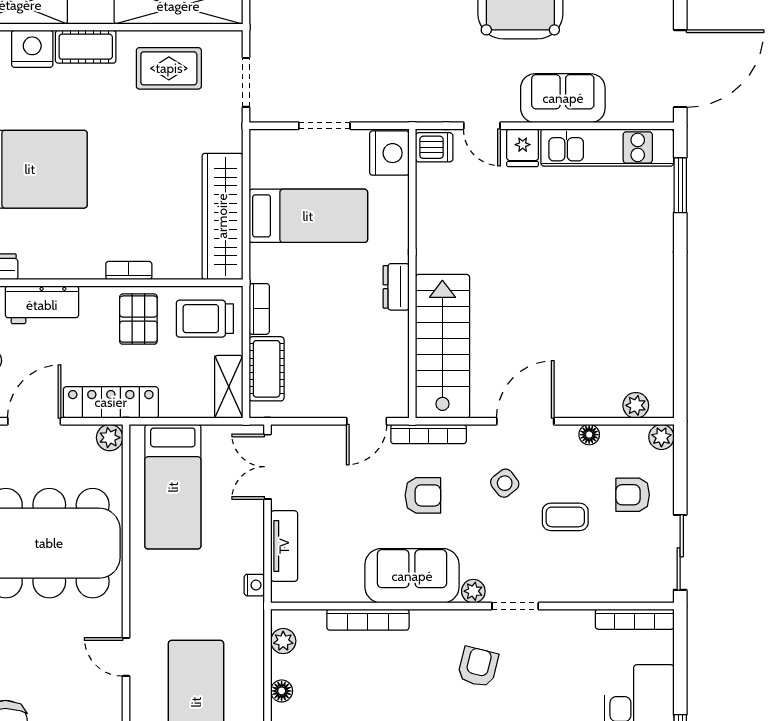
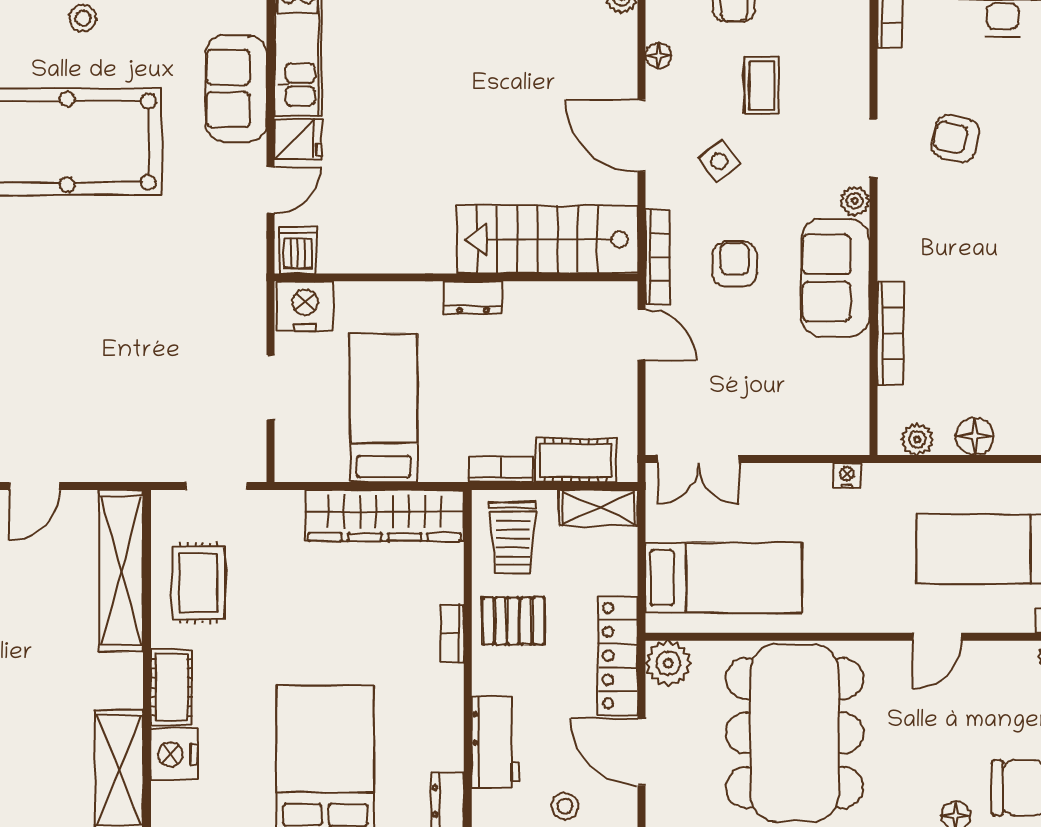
plant: (110, 438) -> (668, 663), width x1.38, depth x1.38
tv unit: (284, 546) -> (798, 438), removed
armchair: (478, 667) -> (956, 139), moved
floor lamp: (282, 691) -> (975, 436), width x1.37, depth x1.37

